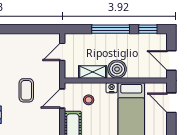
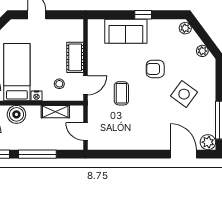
door: (62, 52) -> (85, 132), swing flipped
boiler: (117, 69) -> (16, 114), moved

